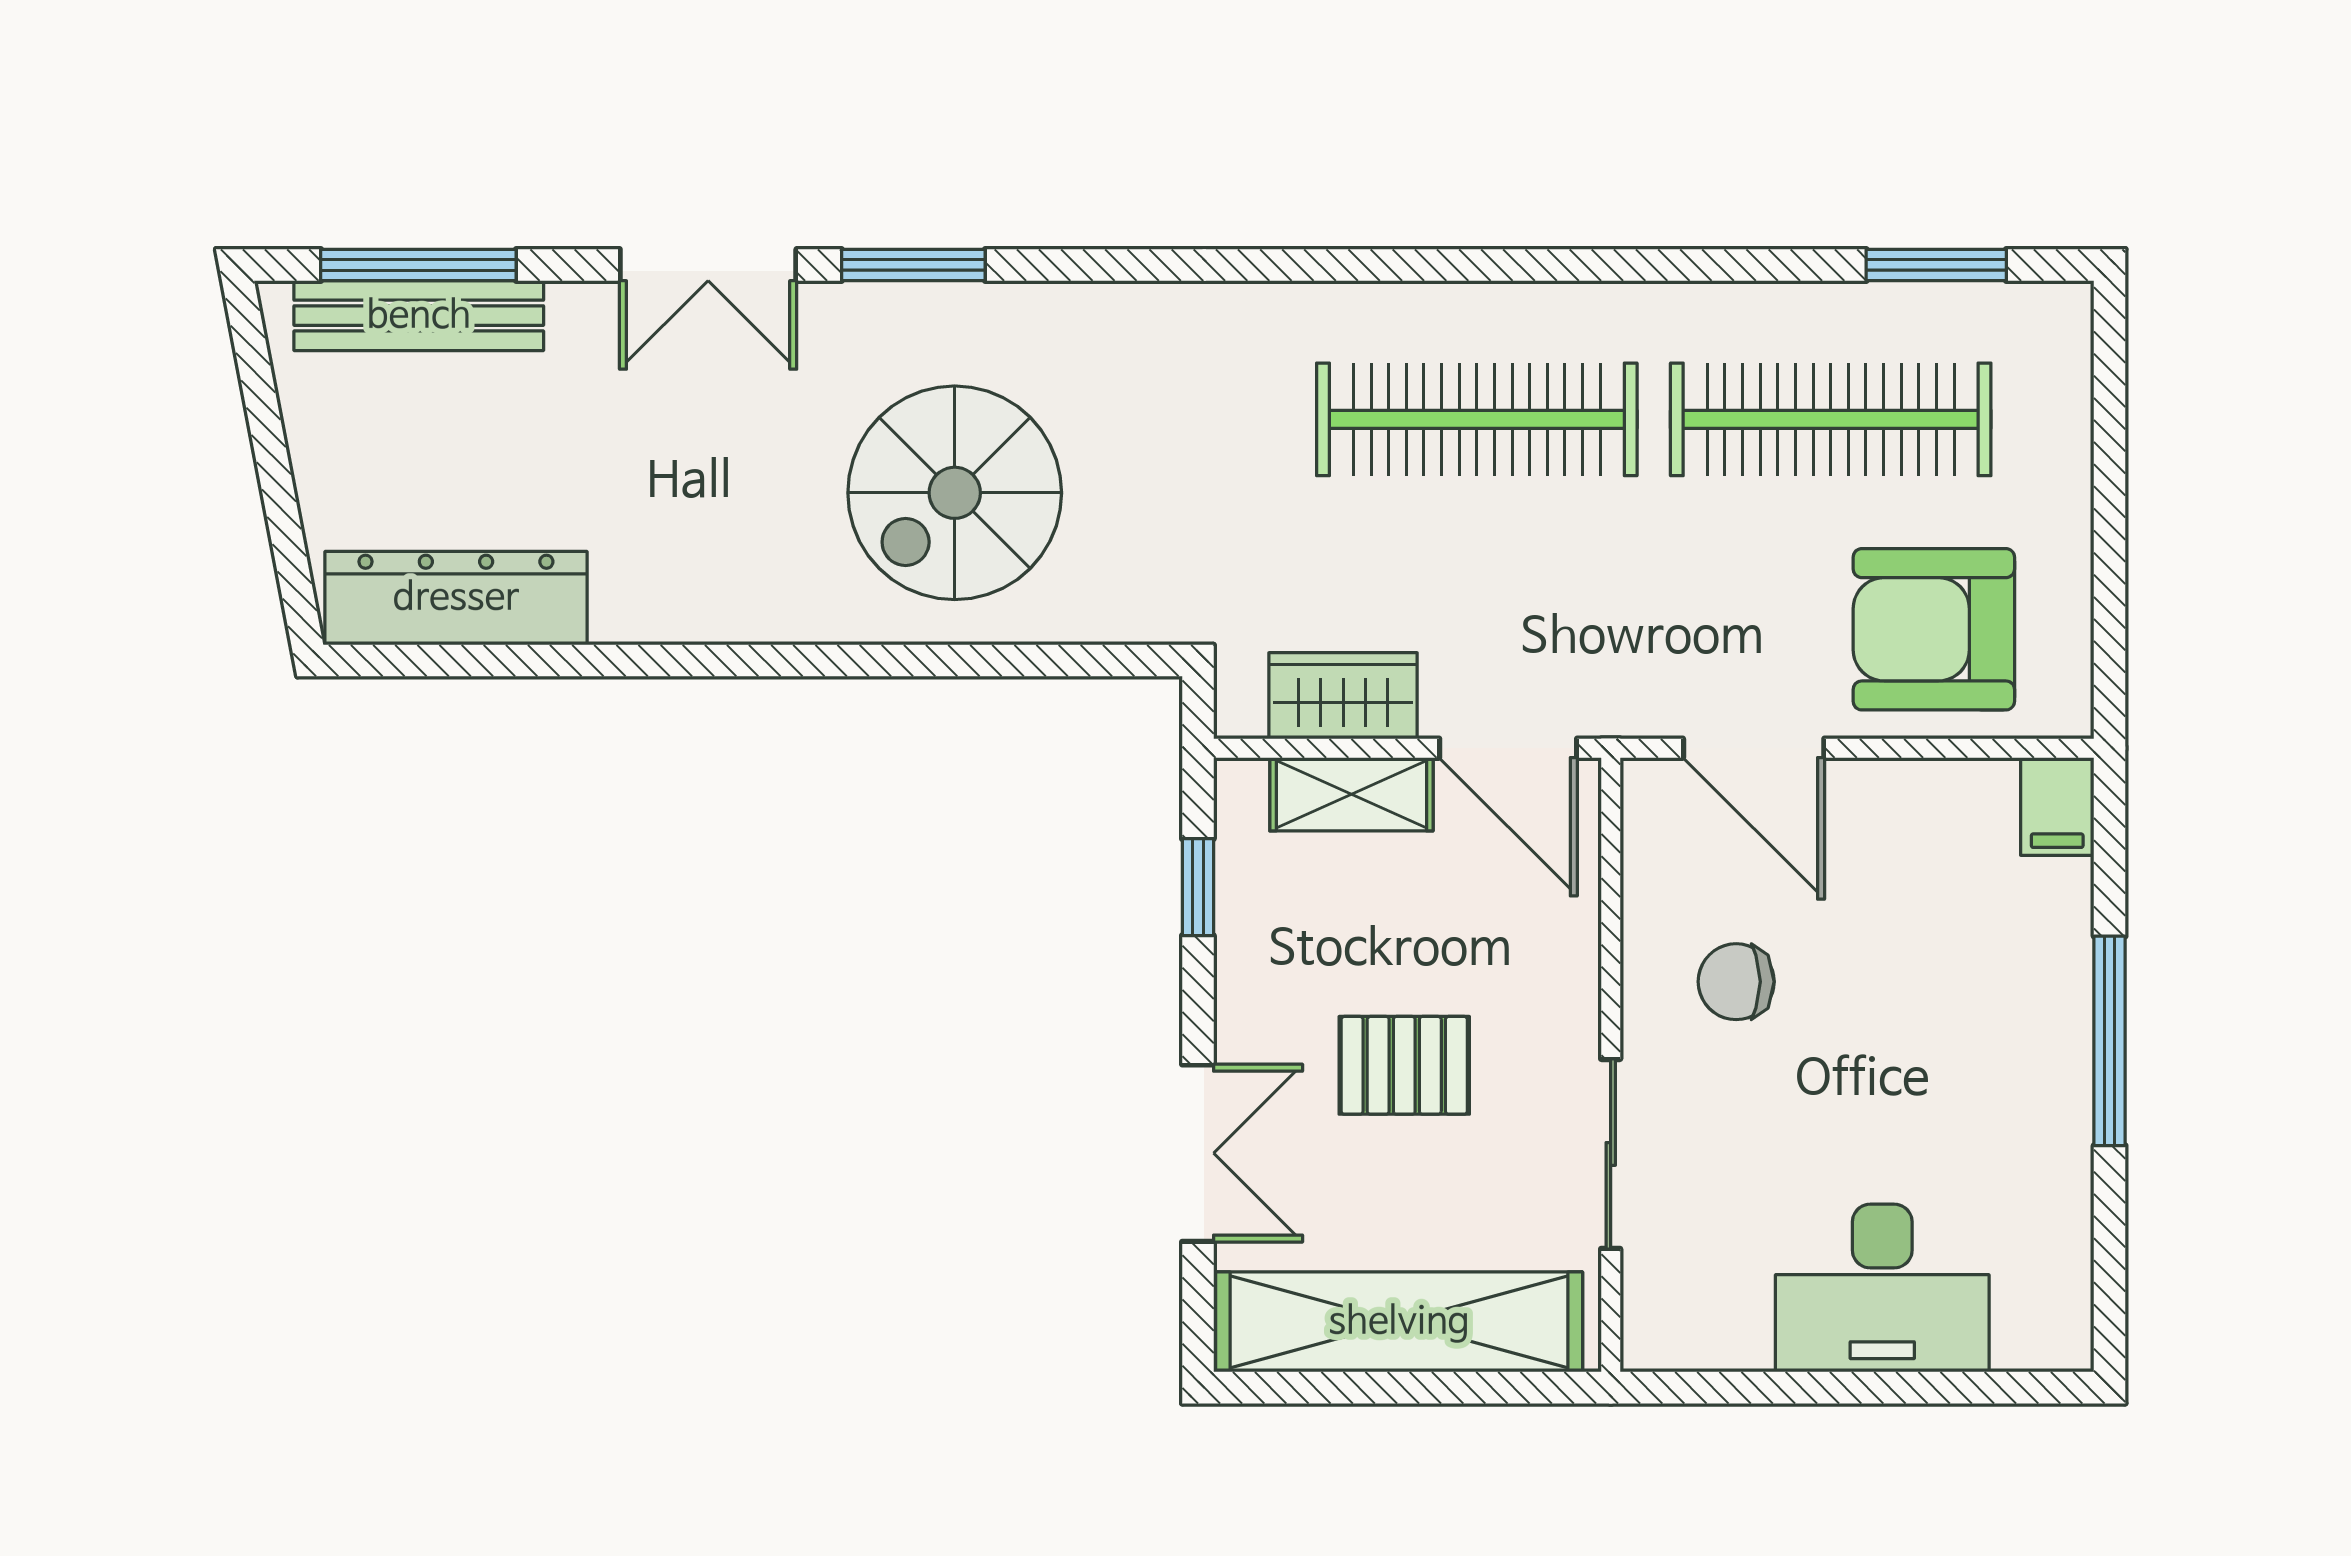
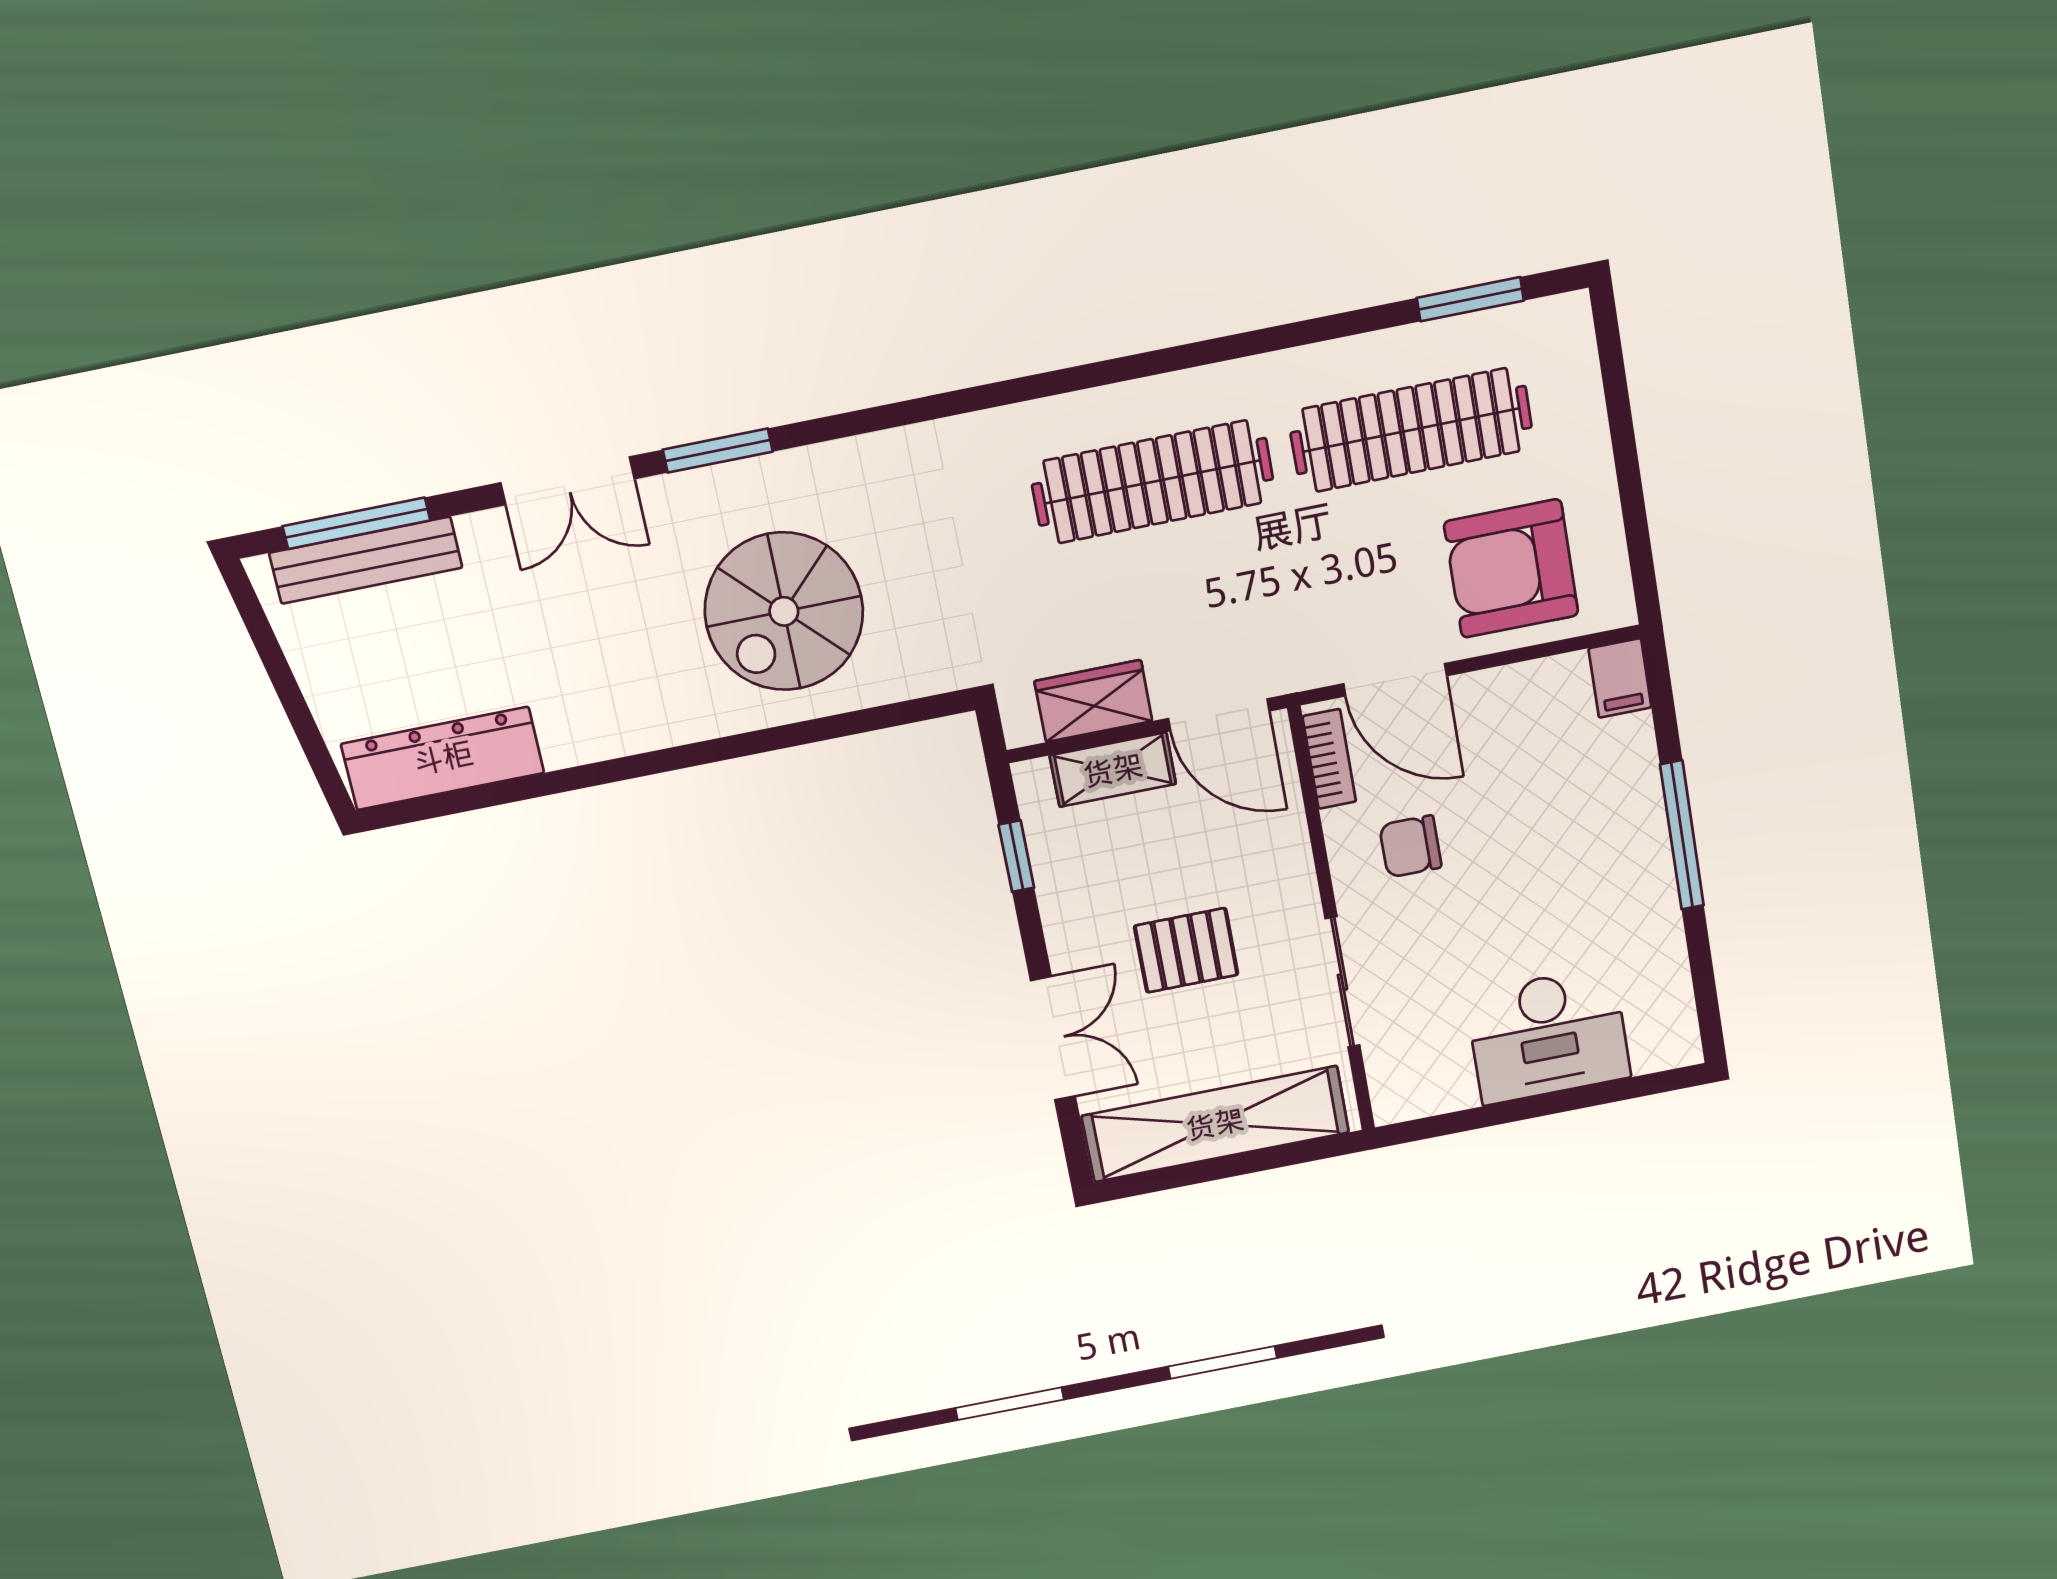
bookcase: (1646, 838) -> (1329, 759), added

